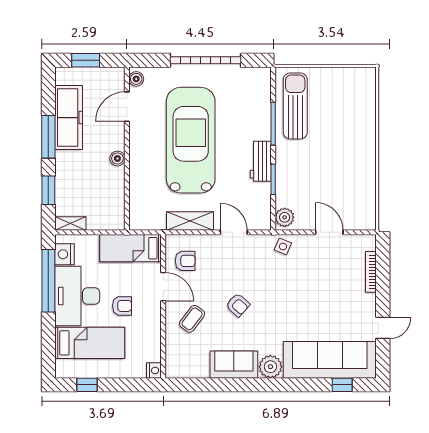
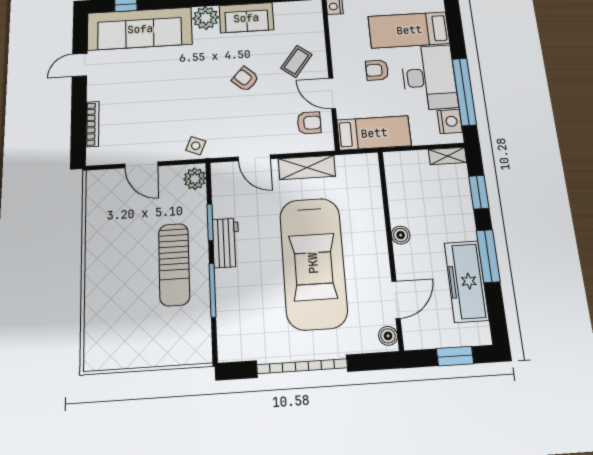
sun lounger: (295, 106) -> (174, 264), moved
armchair: (185, 261) -> (309, 123), turned 180

